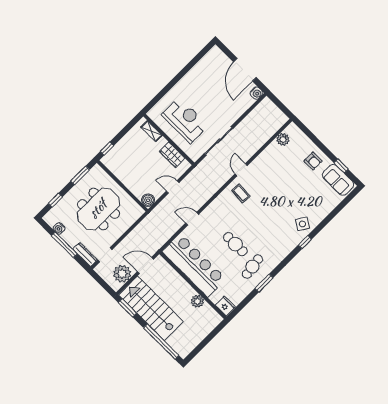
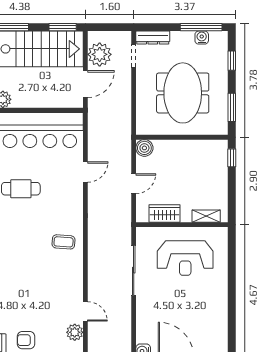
door: (241, 170) -> (85, 311), moved
window: (64, 245) -> (201, 27), moved

